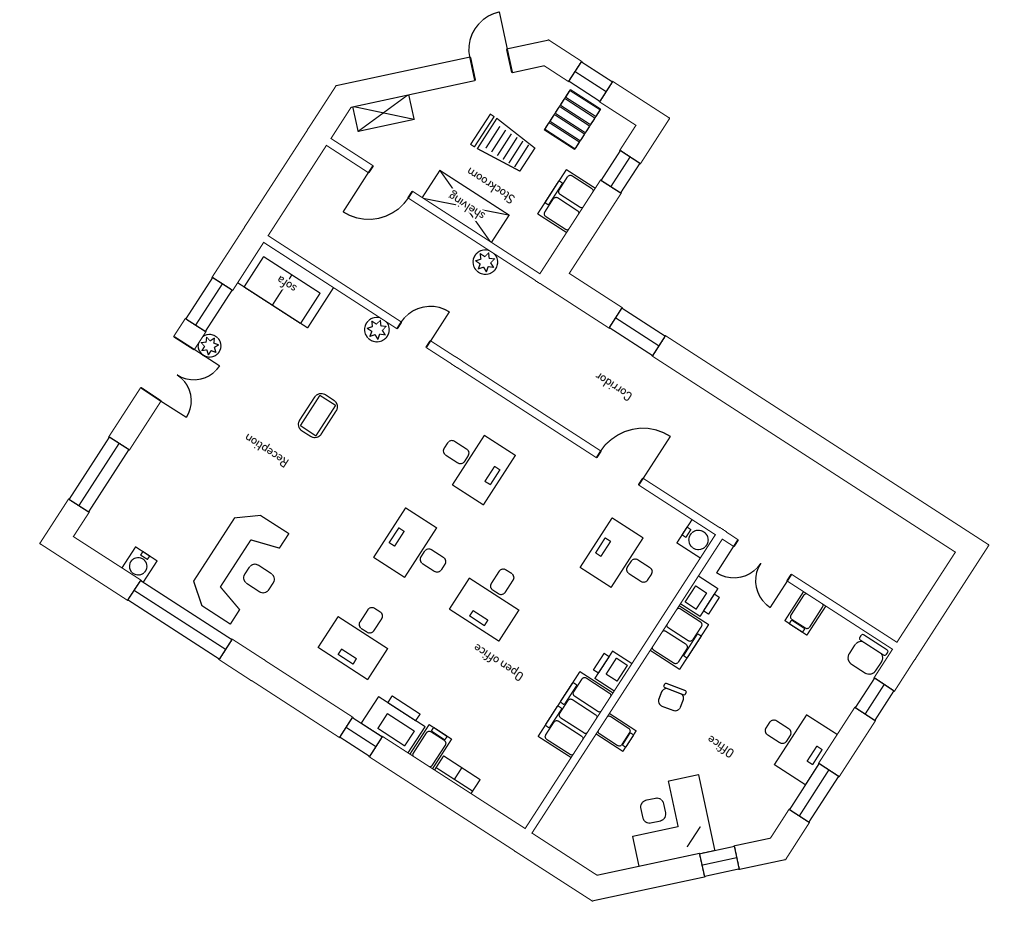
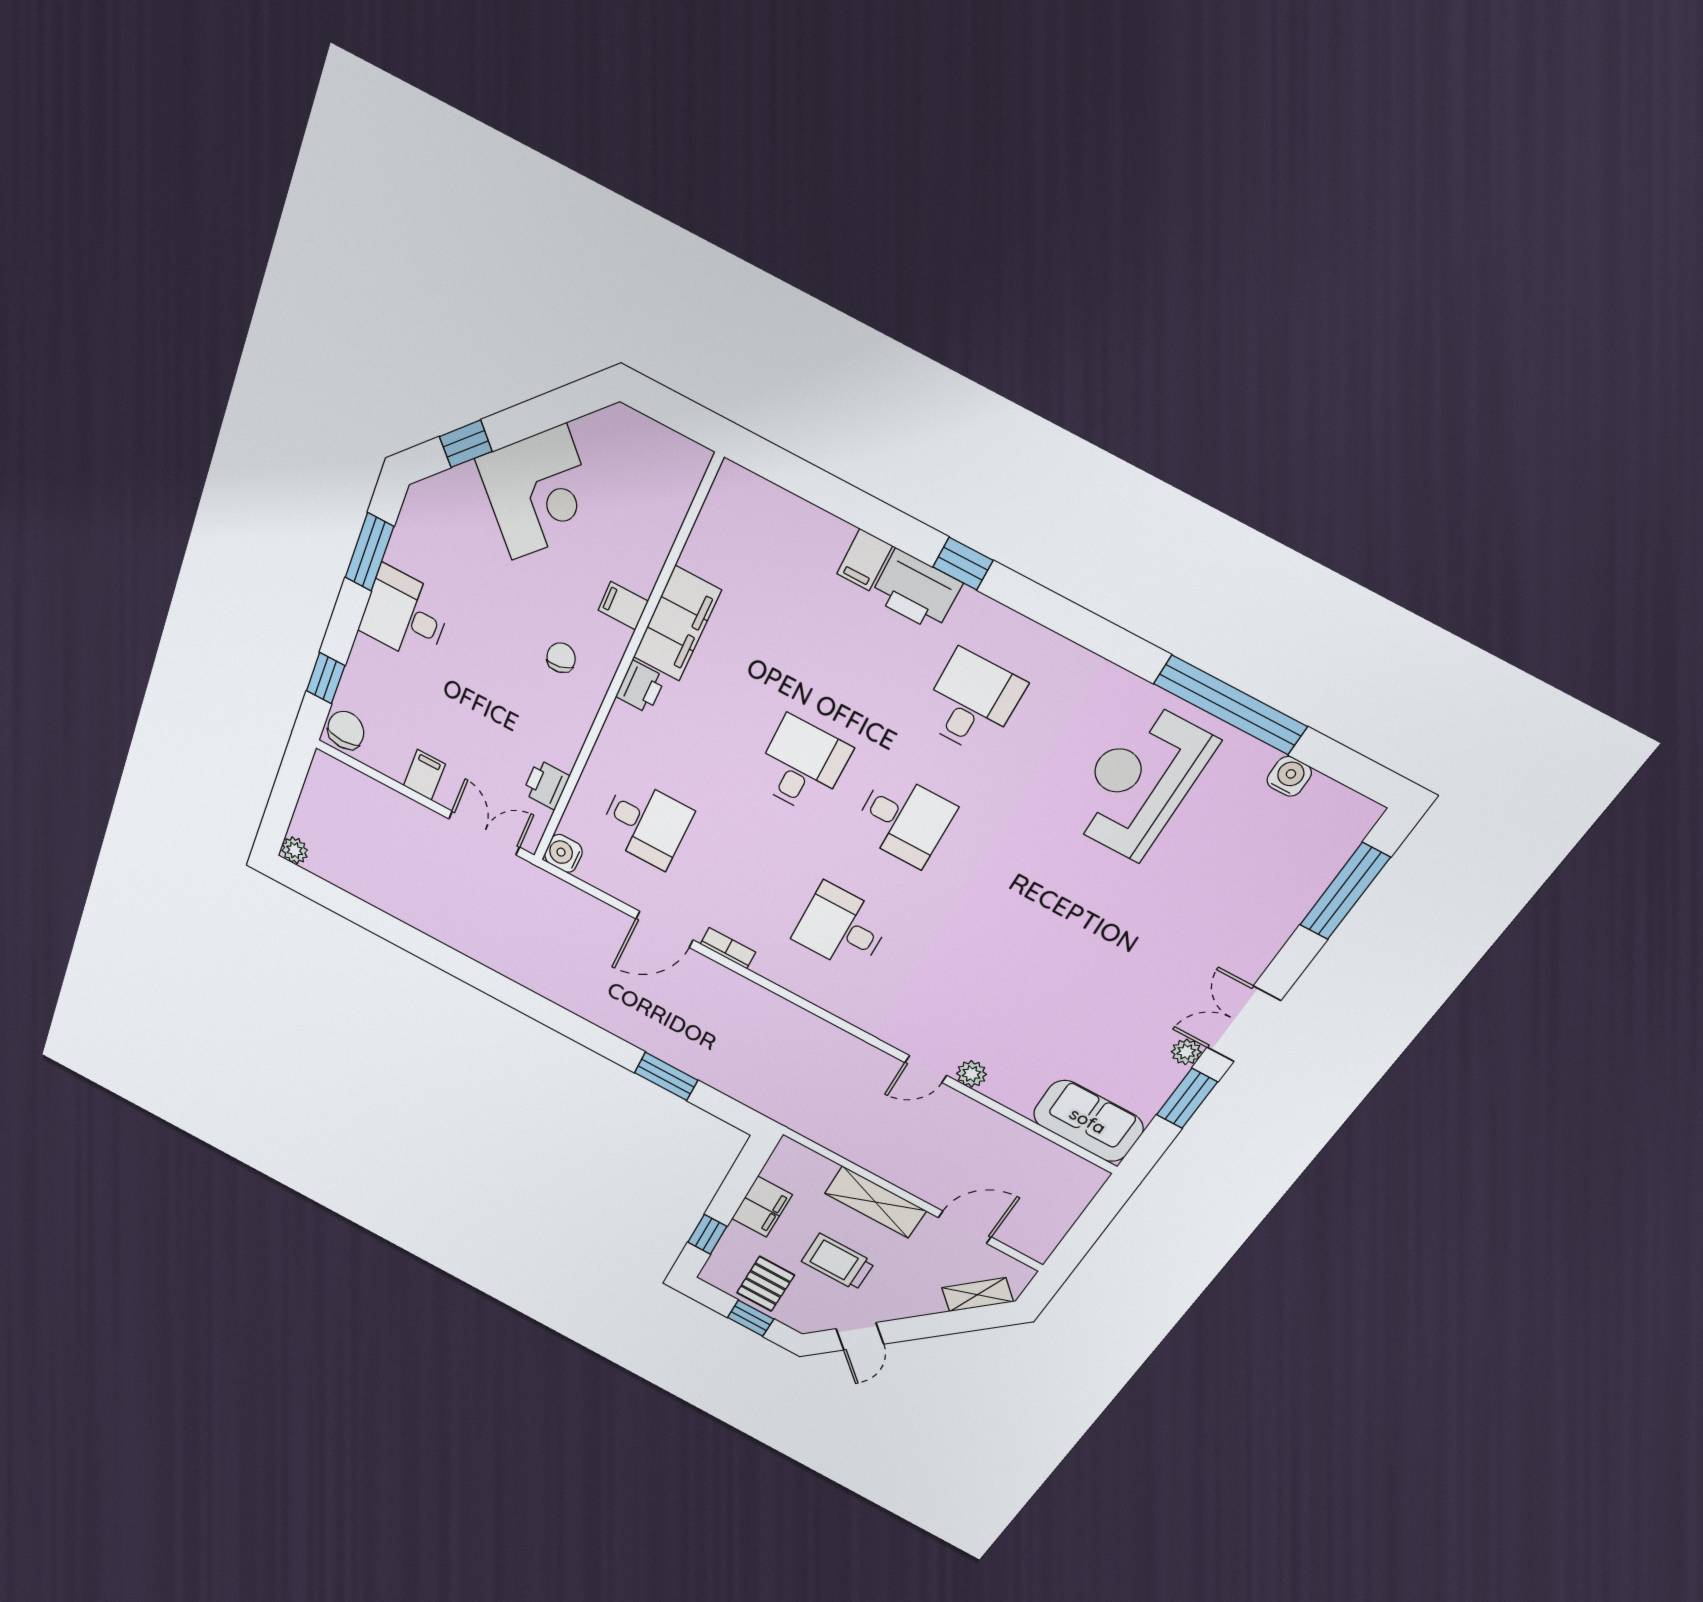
plant: (485, 262) -> (295, 850), moved
coffee table: (318, 416) -> (1041, 975), removed
filing cabinet: (679, 637) -> (564, 734), removed
bookcase: (457, 775) -> (728, 948), moved, turned 180

